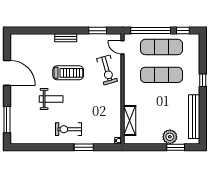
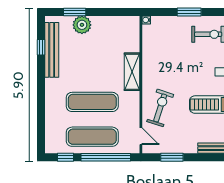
exercise bike: (107, 70) -> (160, 108), turned 34
window: (203, 80) -> (41, 47), moved
shelving: (130, 121) -> (132, 72), moved

